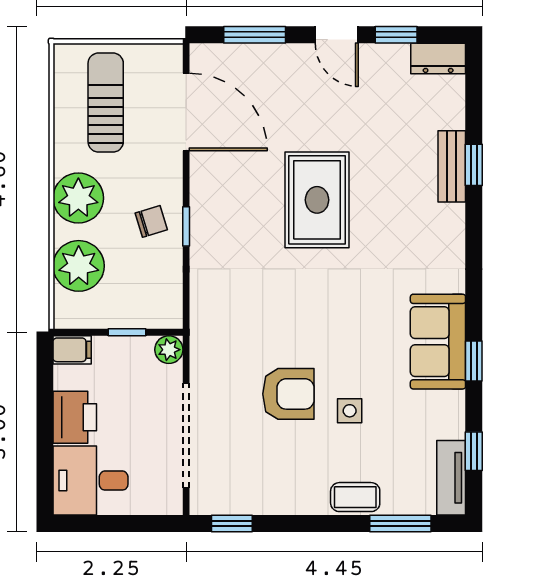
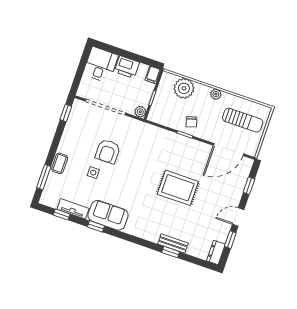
window: (255, 35) -> (249, 186), width x0.67
plant: (78, 198) -> (216, 94), width x0.53, depth x0.53
tv unit: (451, 478) -> (73, 209), moved

